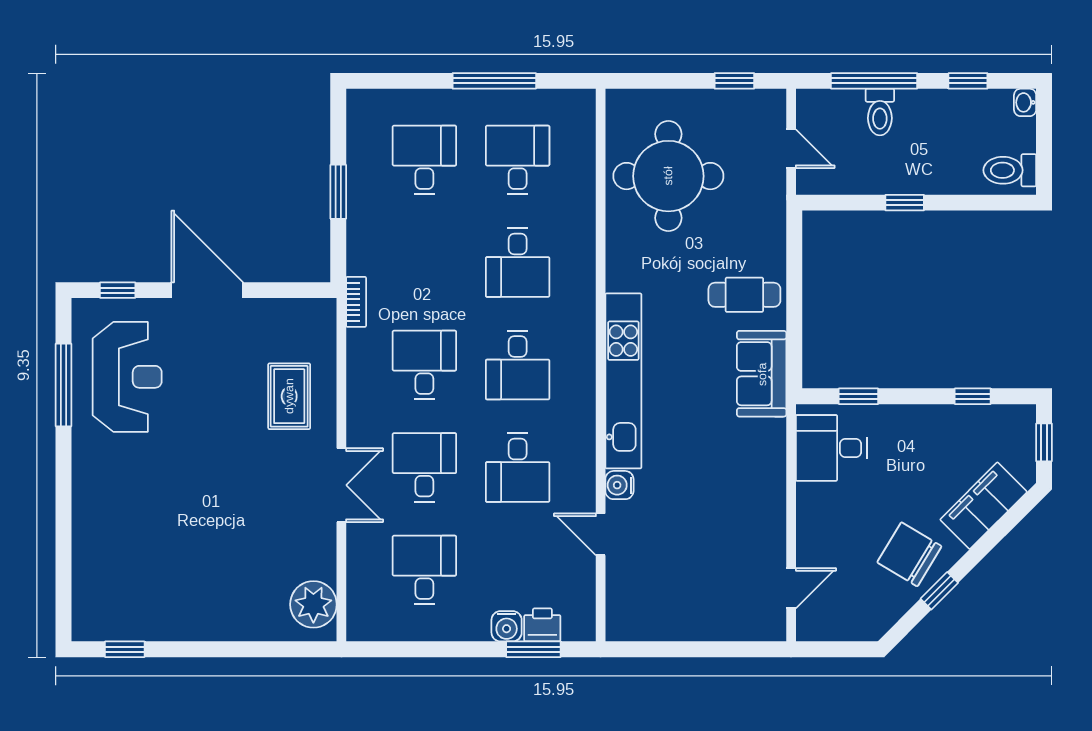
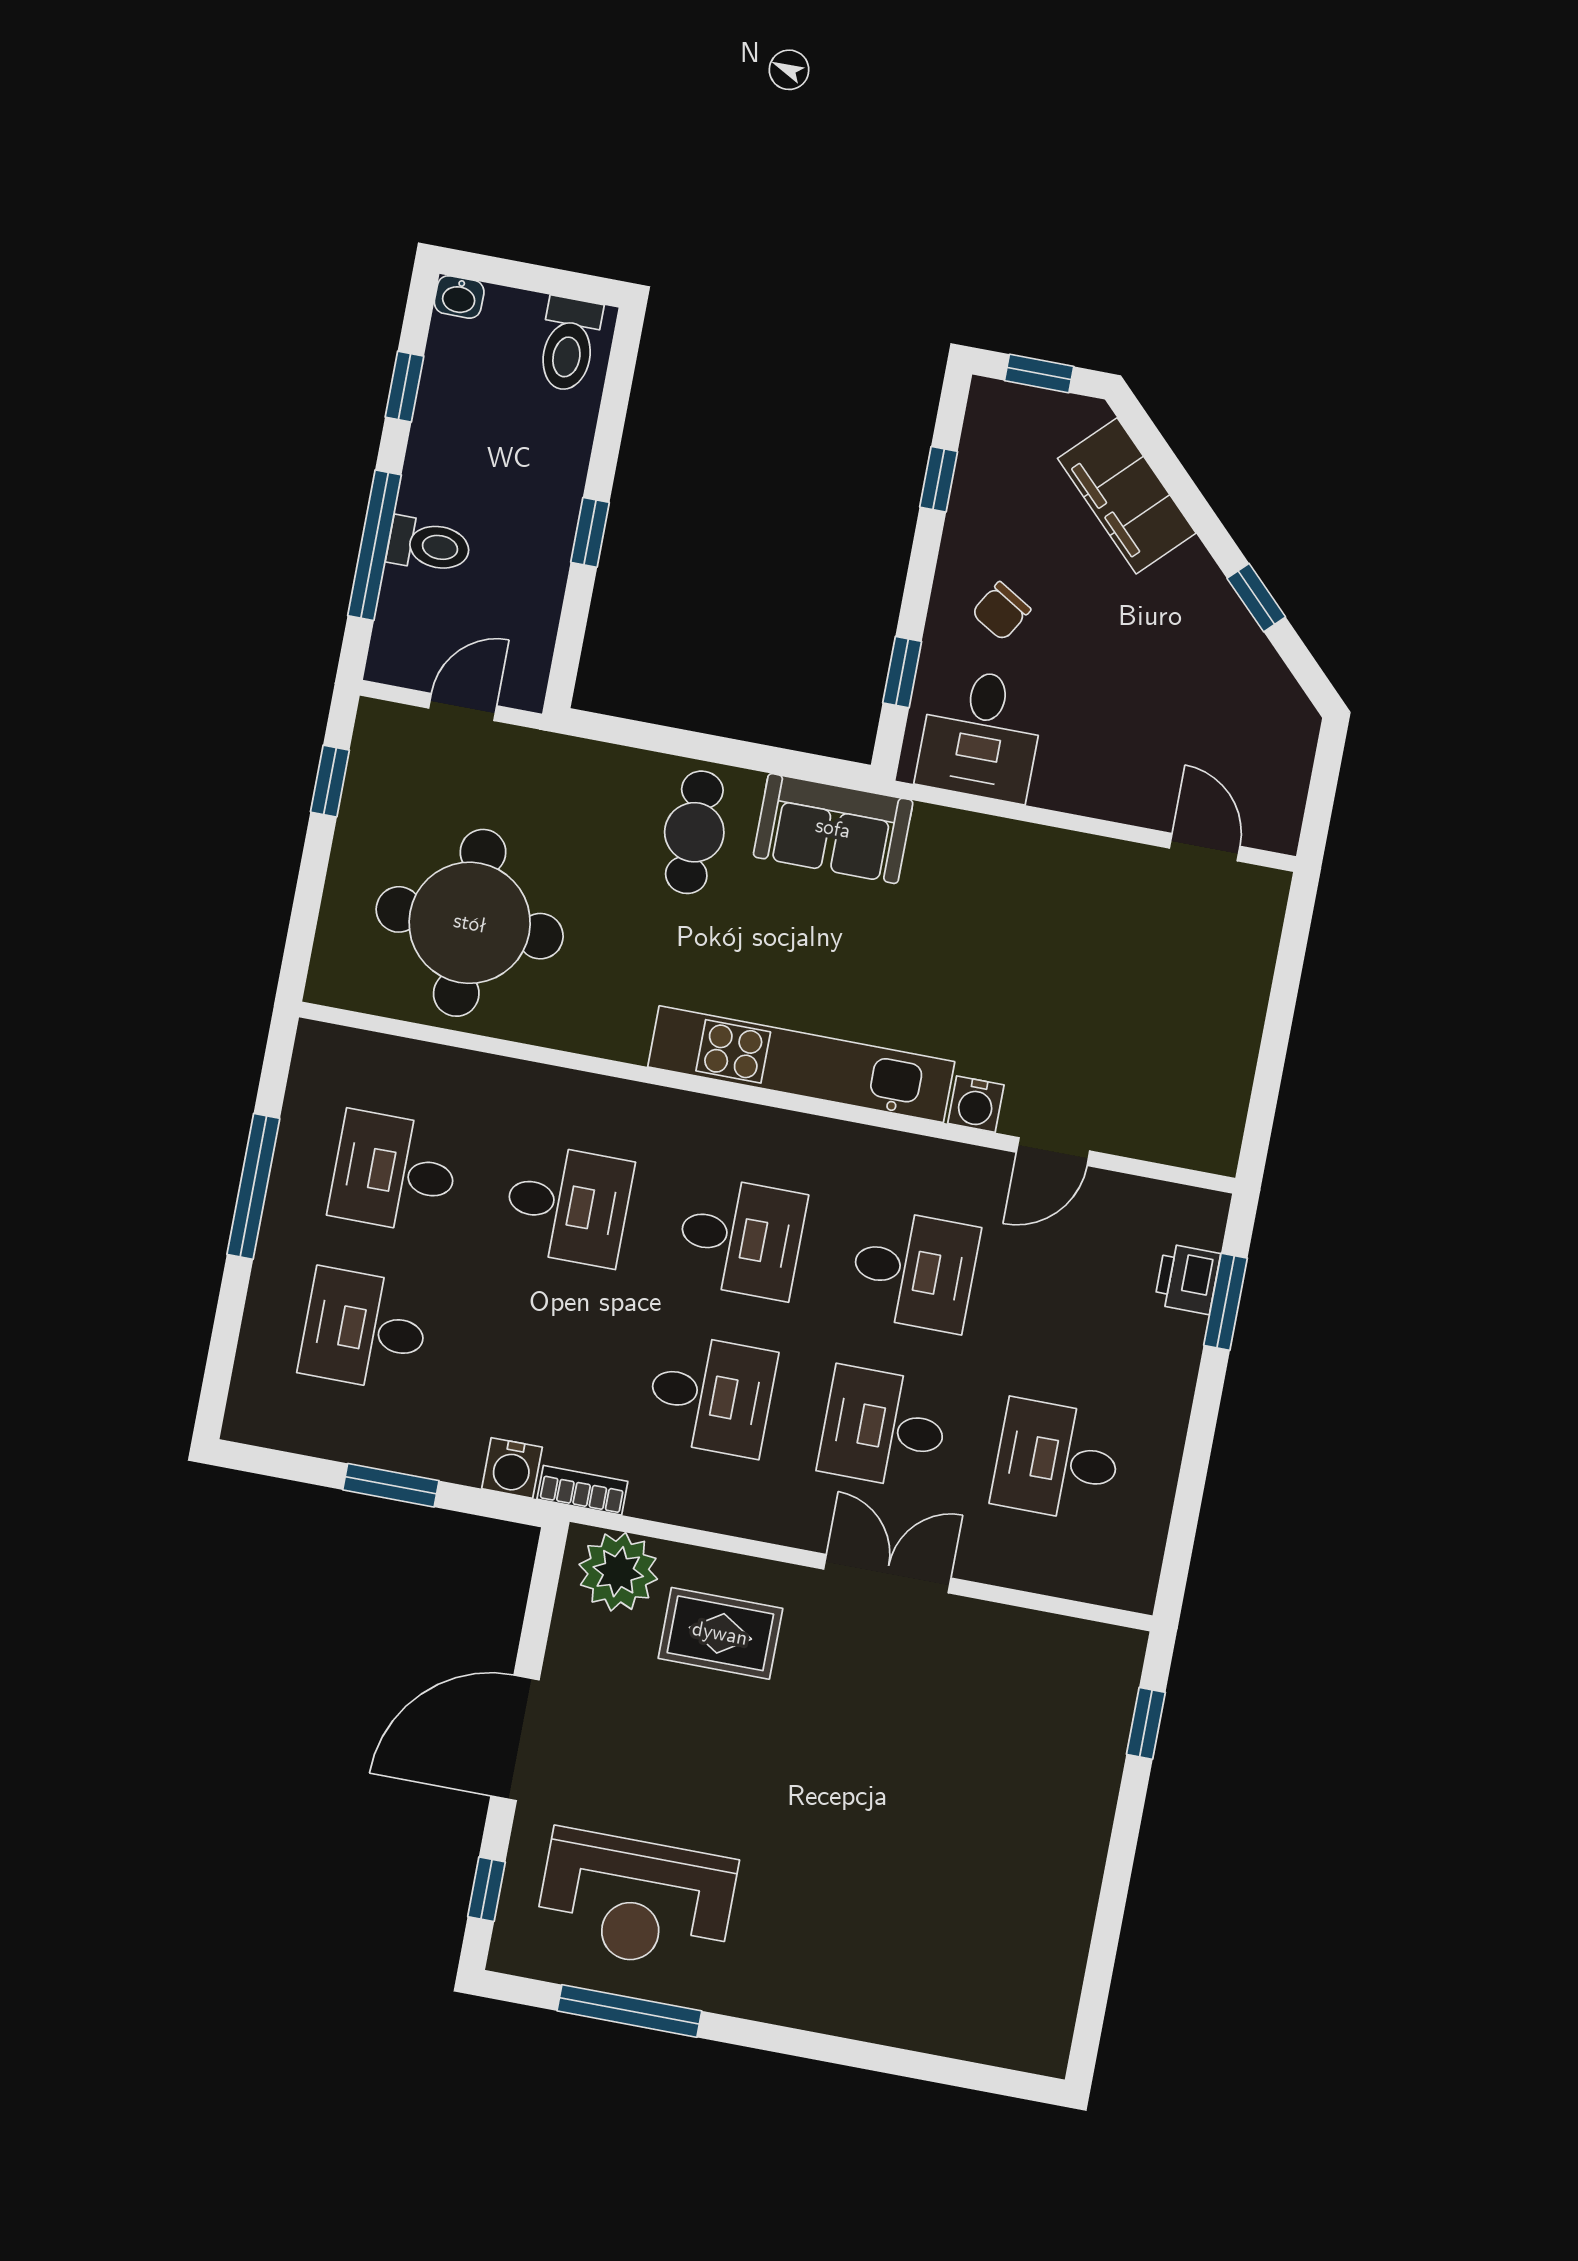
desk: (424, 365) -> (711, 1395), turned 180
reception desk: (127, 377) -> (636, 1901), turned 180
chair: (909, 554) -> (1001, 611), moved, width x0.54, depth x0.54
plant: (313, 604) -> (618, 1572), moved
water cooler: (507, 626) -> (512, 1468), moved, turned 90
window: (125, 649) -> (1146, 1723), moved

